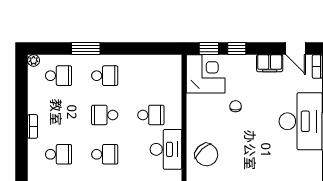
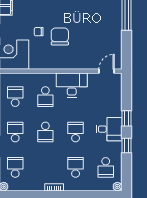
school desk: (151, 76) -> (15, 97), added
school desk: (151, 115) -> (45, 97), turned 180
chair: (206, 155) -> (60, 37), moved, turned -47

